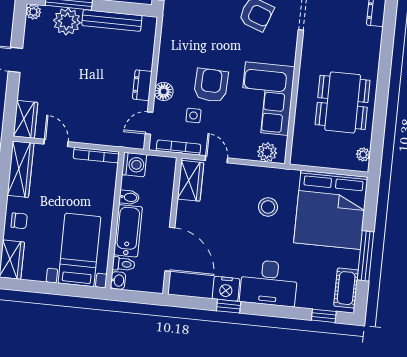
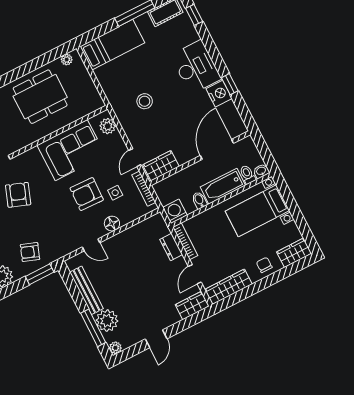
dresser: (142, 85) -> (171, 247), moved, turned 90
door: (149, 123) -> (91, 245), moved
bed: (331, 210) -> (112, 45), width x0.49

